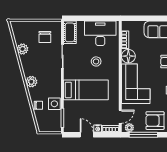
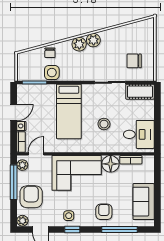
desk: (100, 33) -> (139, 134), width x0.73
plant: (23, 49) -> (93, 40), moved
door: (120, 117) -> (36, 154), swing flipped

